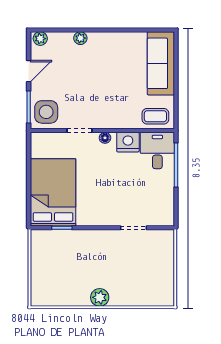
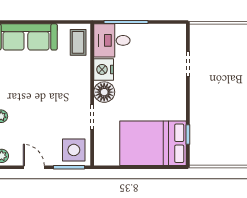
floor lamp: (105, 138) -> (104, 92), width x1.89, depth x1.89

